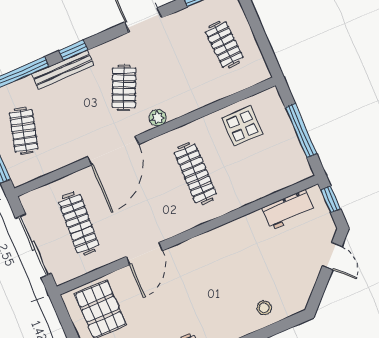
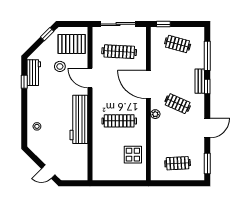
bench: (63, 70) -> (200, 81), width x0.73
window: (301, 131) -> (118, 183), removed
window: (331, 199) -> (77, 183), removed
workbench: (288, 210) -> (79, 119), moved, width x1.88, depth x1.32
stool: (147, 313) -> (60, 66), added

